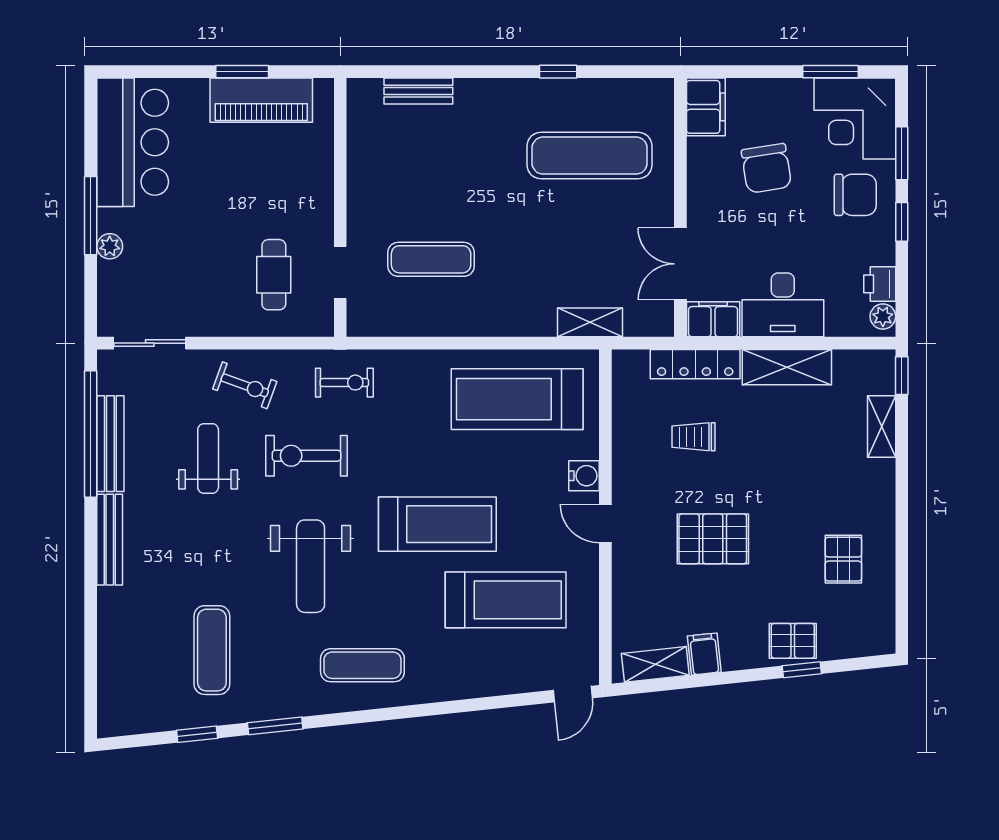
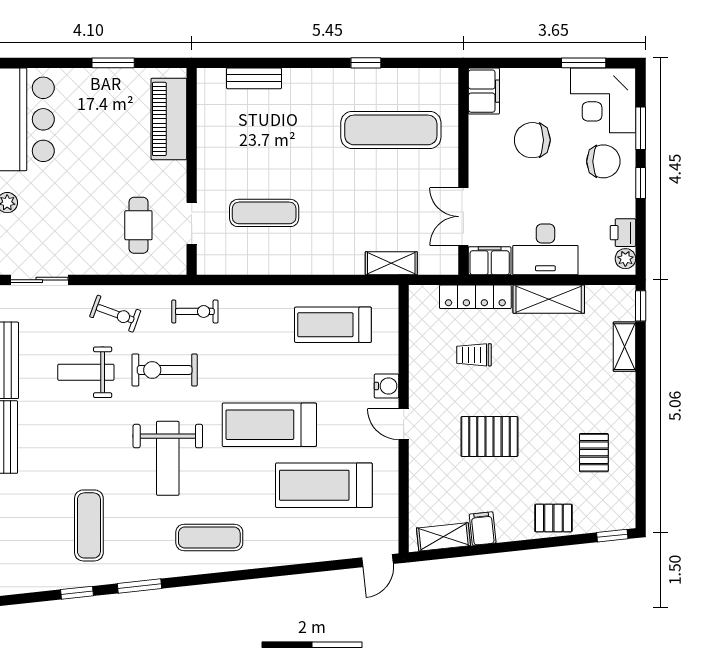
piano: (261, 100) -> (169, 119), moved, turned 90
chair: (766, 168) -> (532, 140), turned 99
treadmill: (517, 399) -> (333, 325), width x0.73, depth x0.73
weight bench: (208, 459) -> (86, 372), turned -90
treadmill: (437, 524) -> (269, 425), turned 180
treadmill: (506, 600) -> (324, 485), turned 180
window: (802, 670) -> (612, 536), moved

